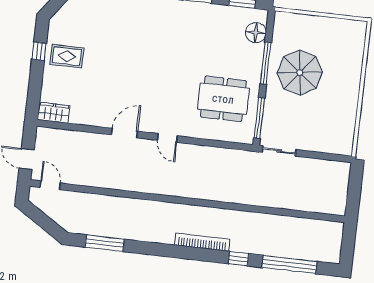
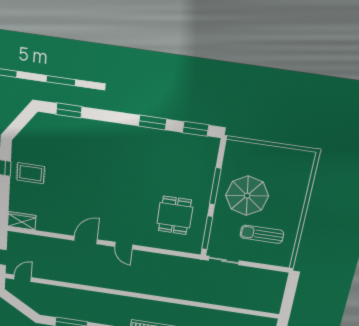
floor lamp: (256, 33) -> (207, 159), removed
dining table: (223, 99) -> (175, 215), width x0.73
sun lounger: (319, 117) -> (262, 234), added
door: (50, 185) -> (23, 278), hinge flipped

